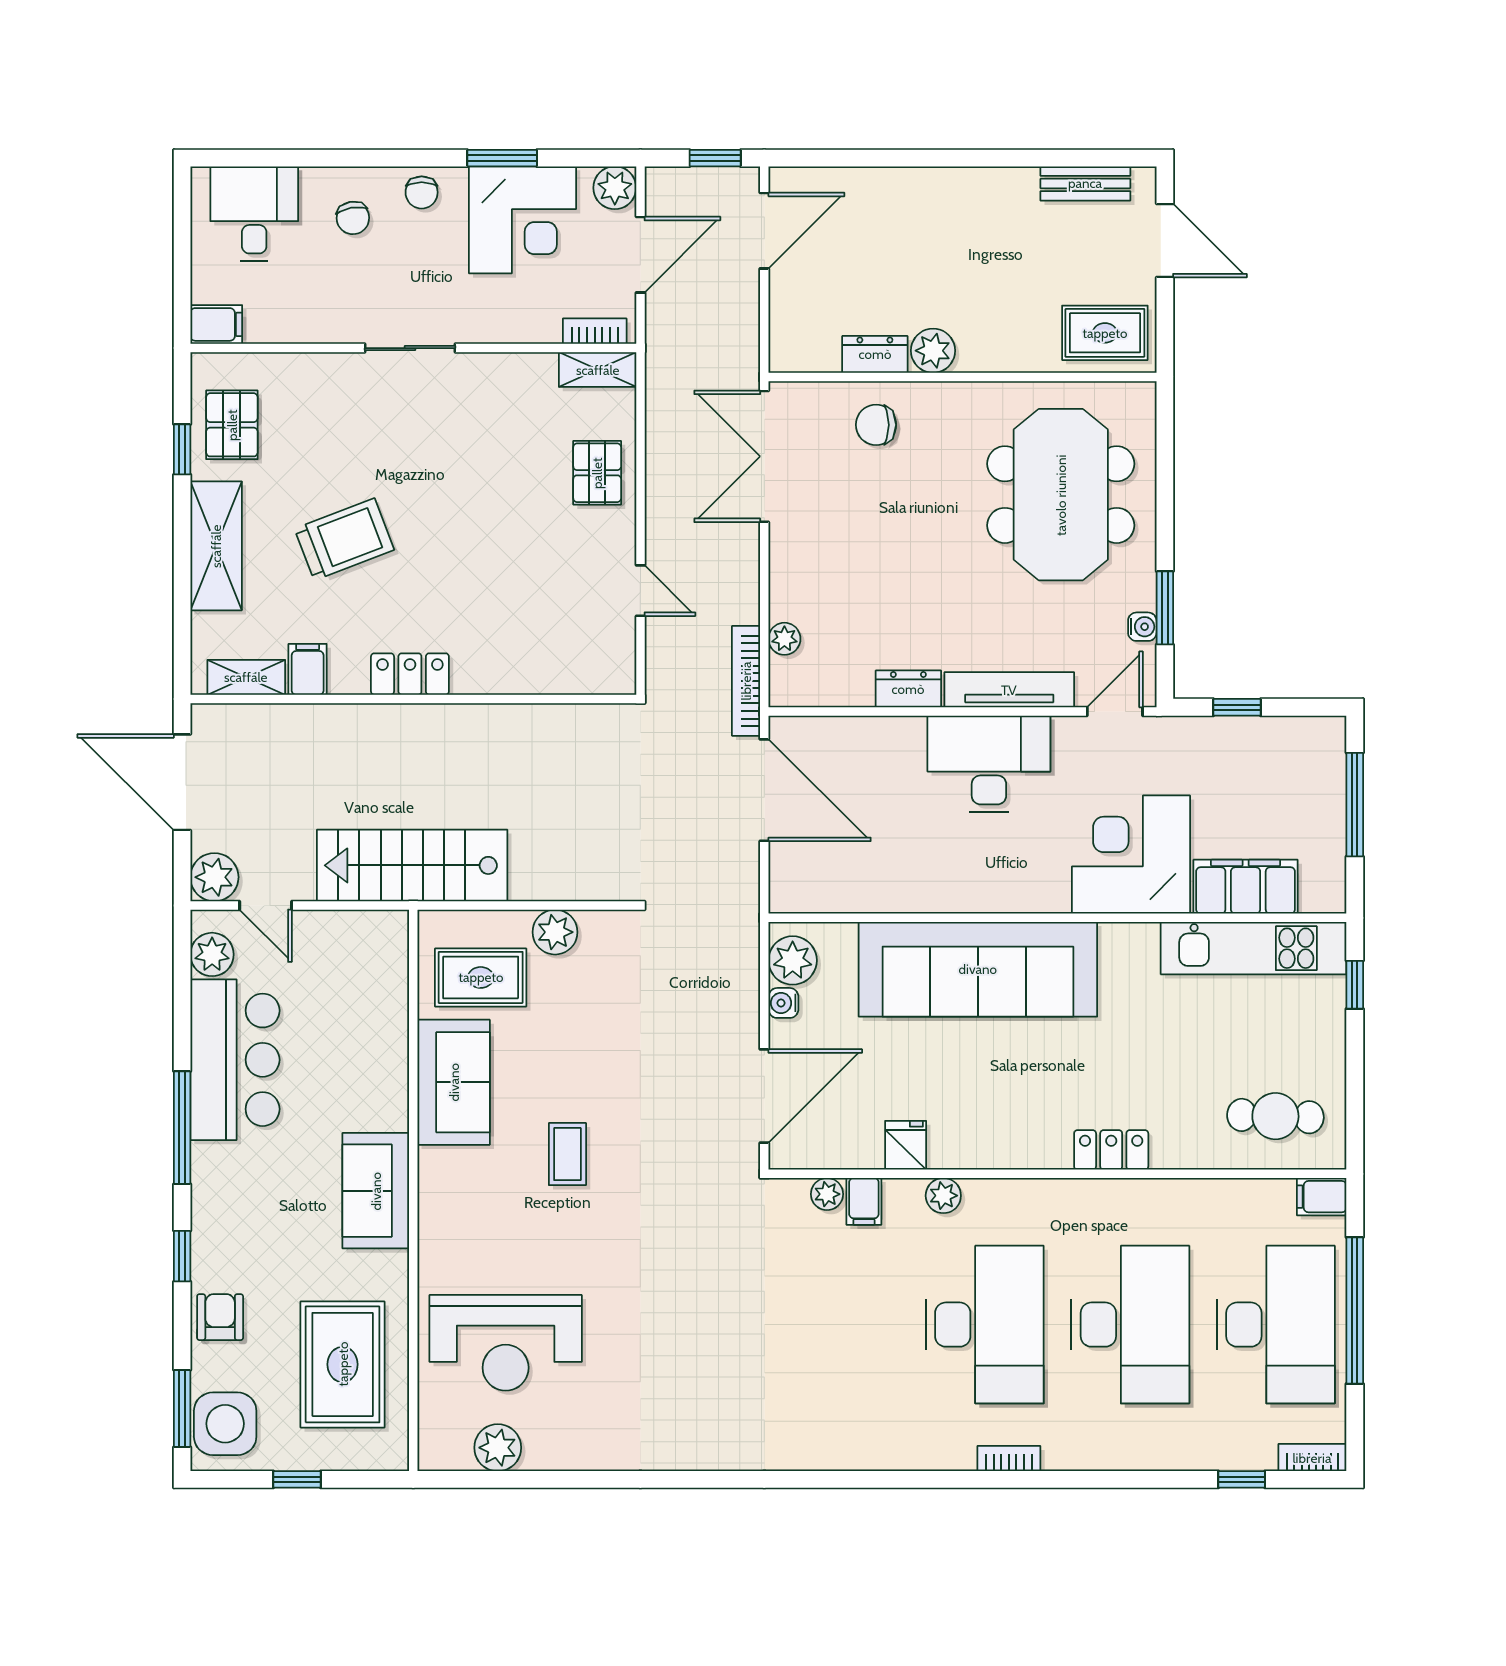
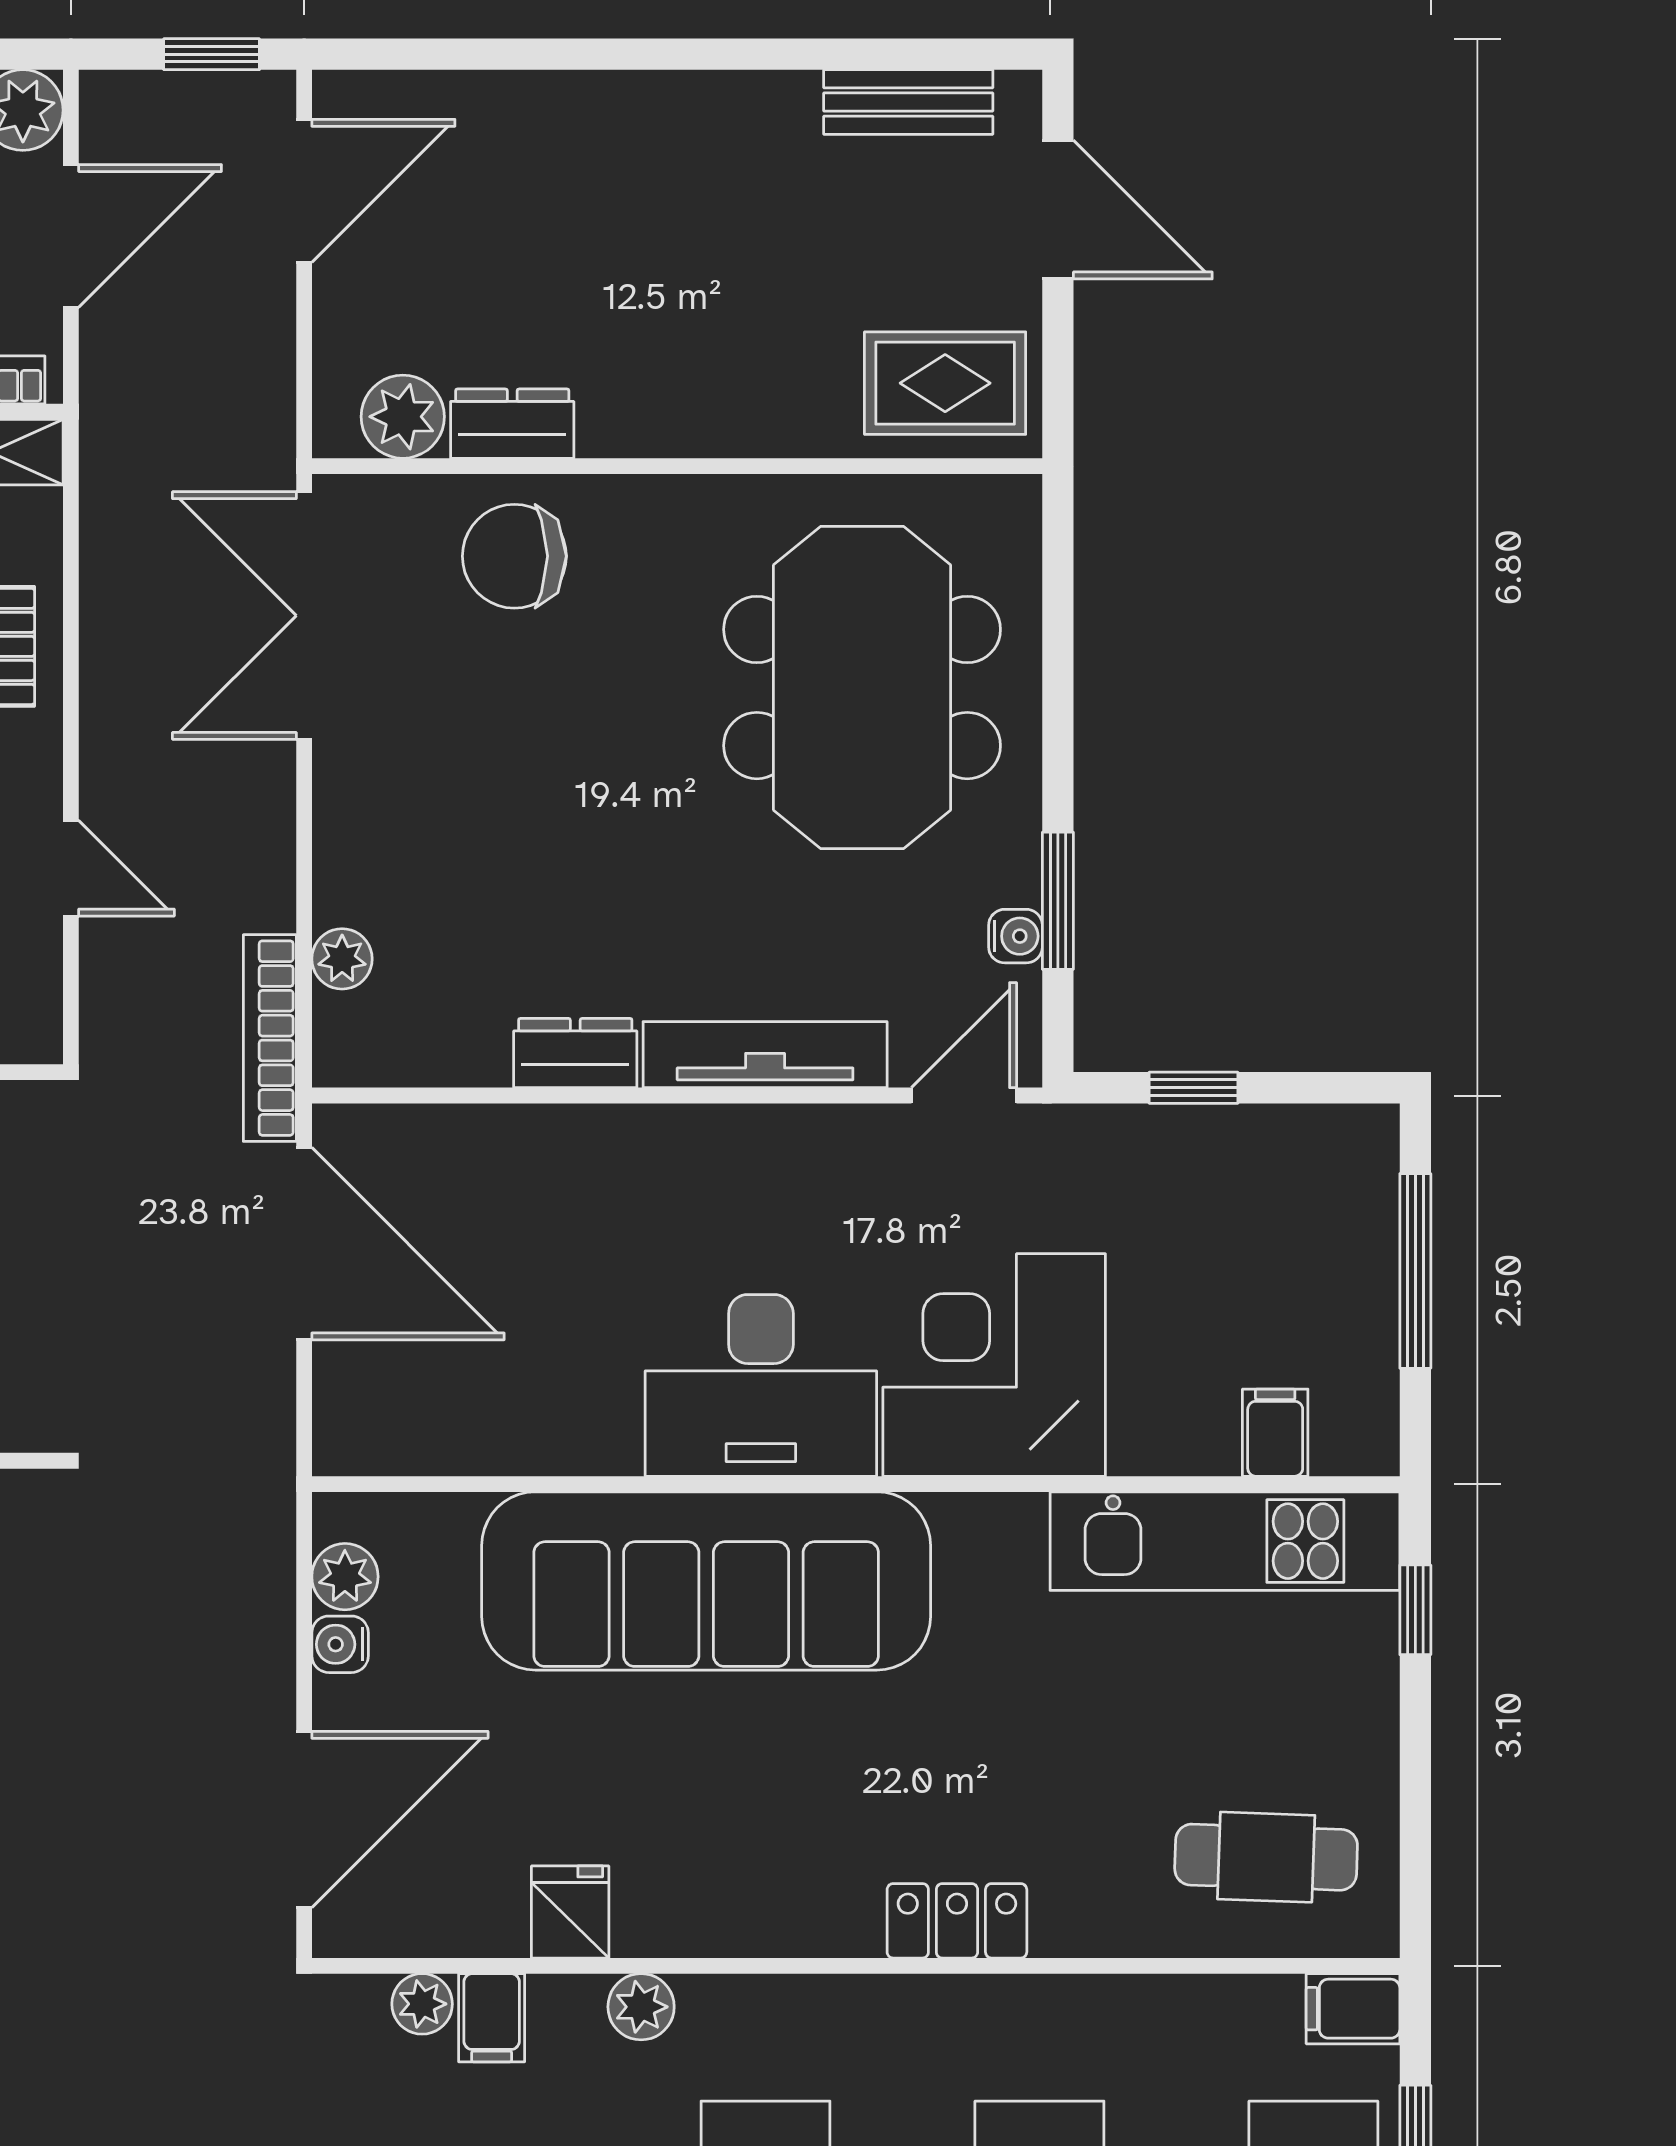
plant: (933, 351) -> (403, 417), moved
chair: (876, 425) -> (514, 556), width x1.37, depth x1.37
desk: (989, 764) -> (761, 1385), moved, turned 180
filing cabinet: (1246, 887) -> (1275, 1433), width x0.33, depth x0.86
plant: (793, 960) -> (345, 1577), width x0.73, depth x0.73

